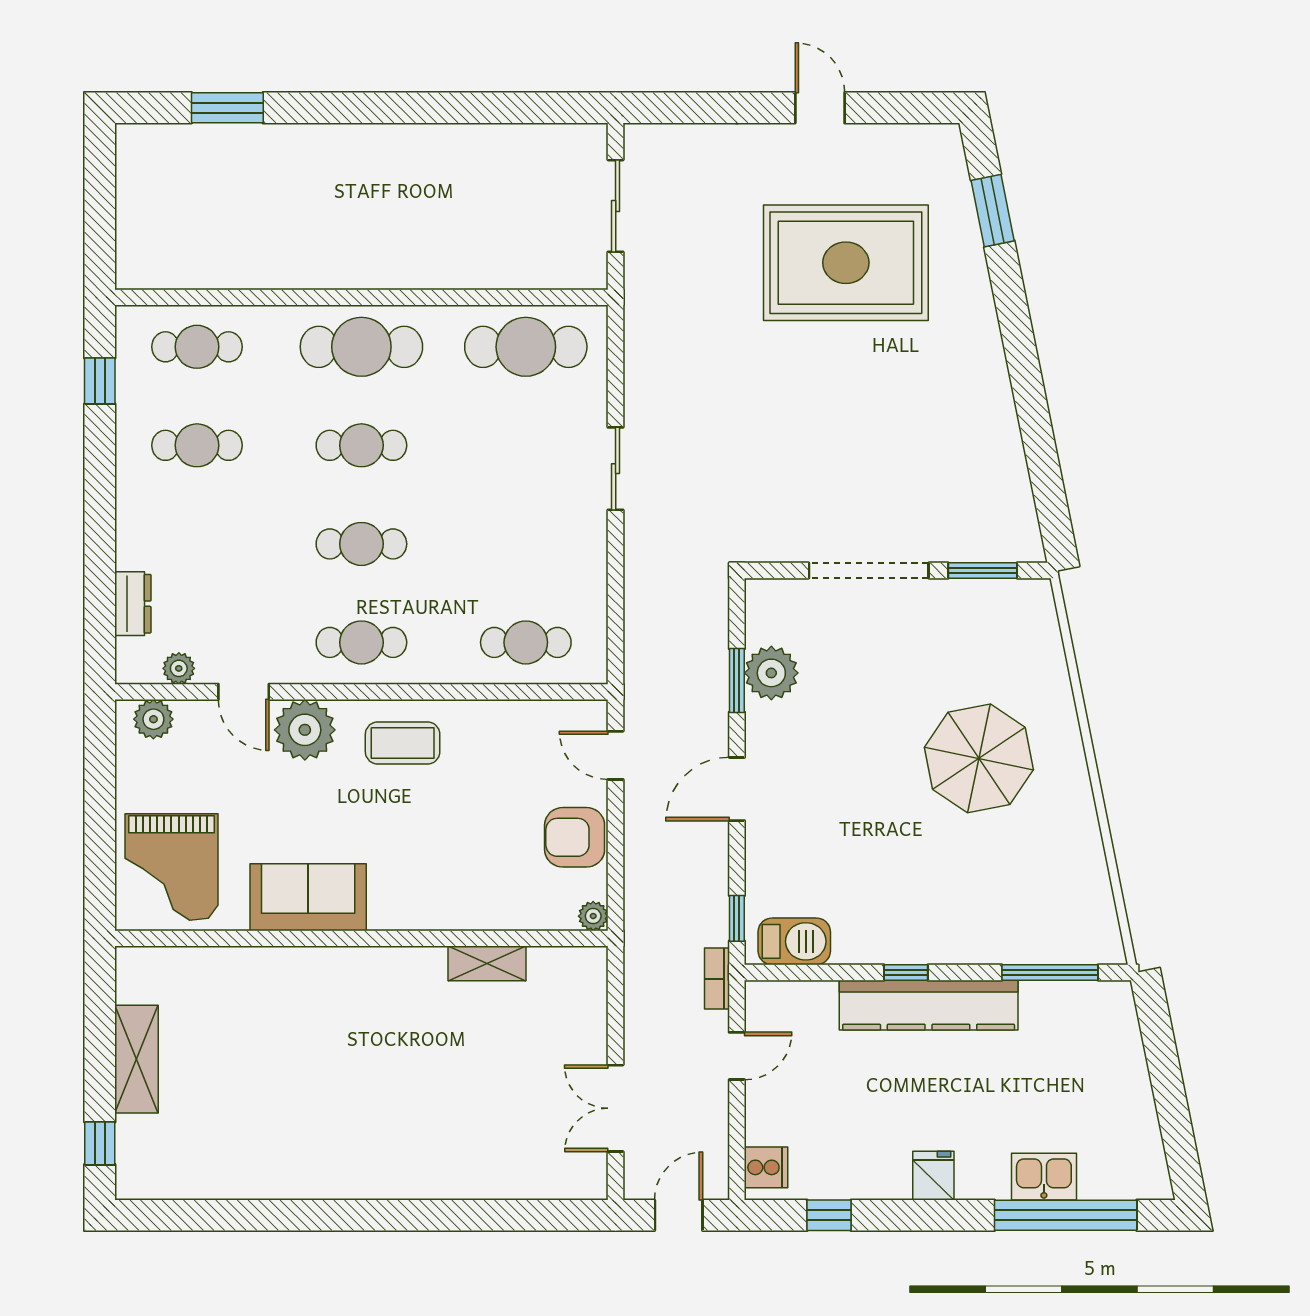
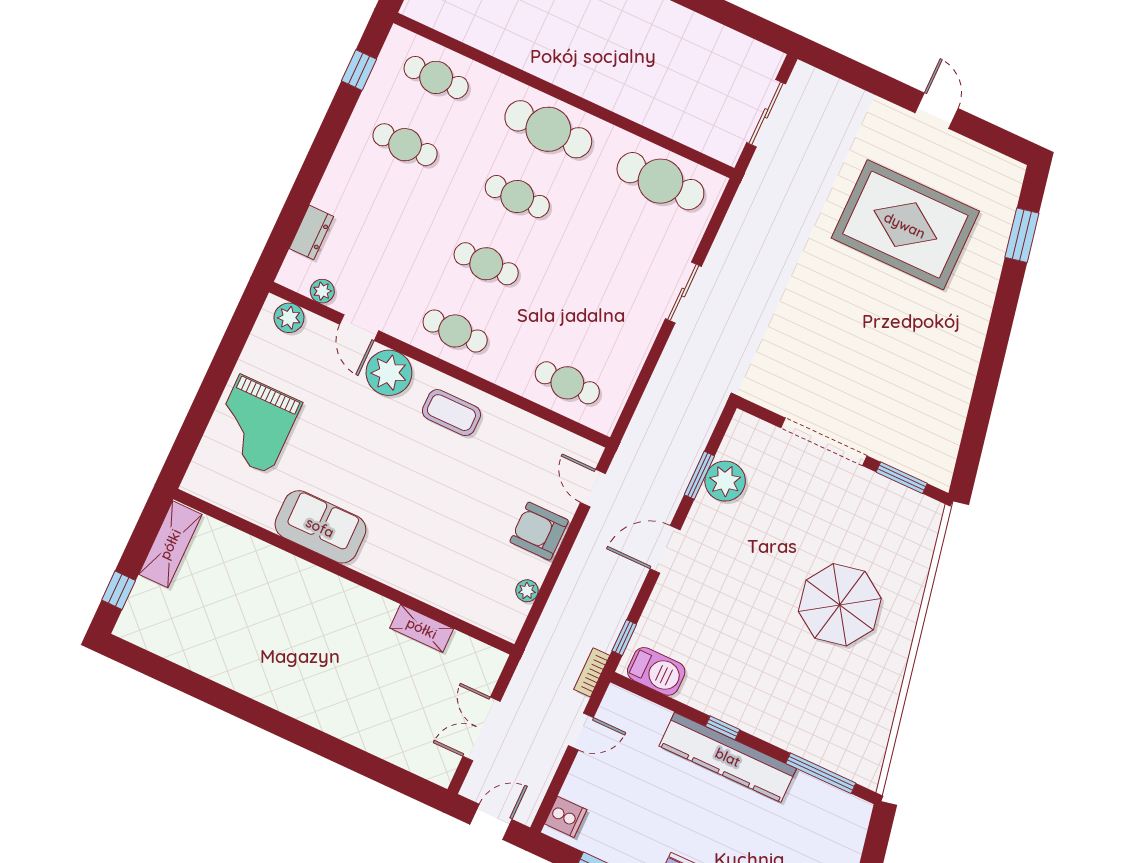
sofa: (308, 897) -> (320, 527), moved
wall: (361, 938) -> (344, 572), moved
shelving: (487, 963) -> (422, 628), moved

